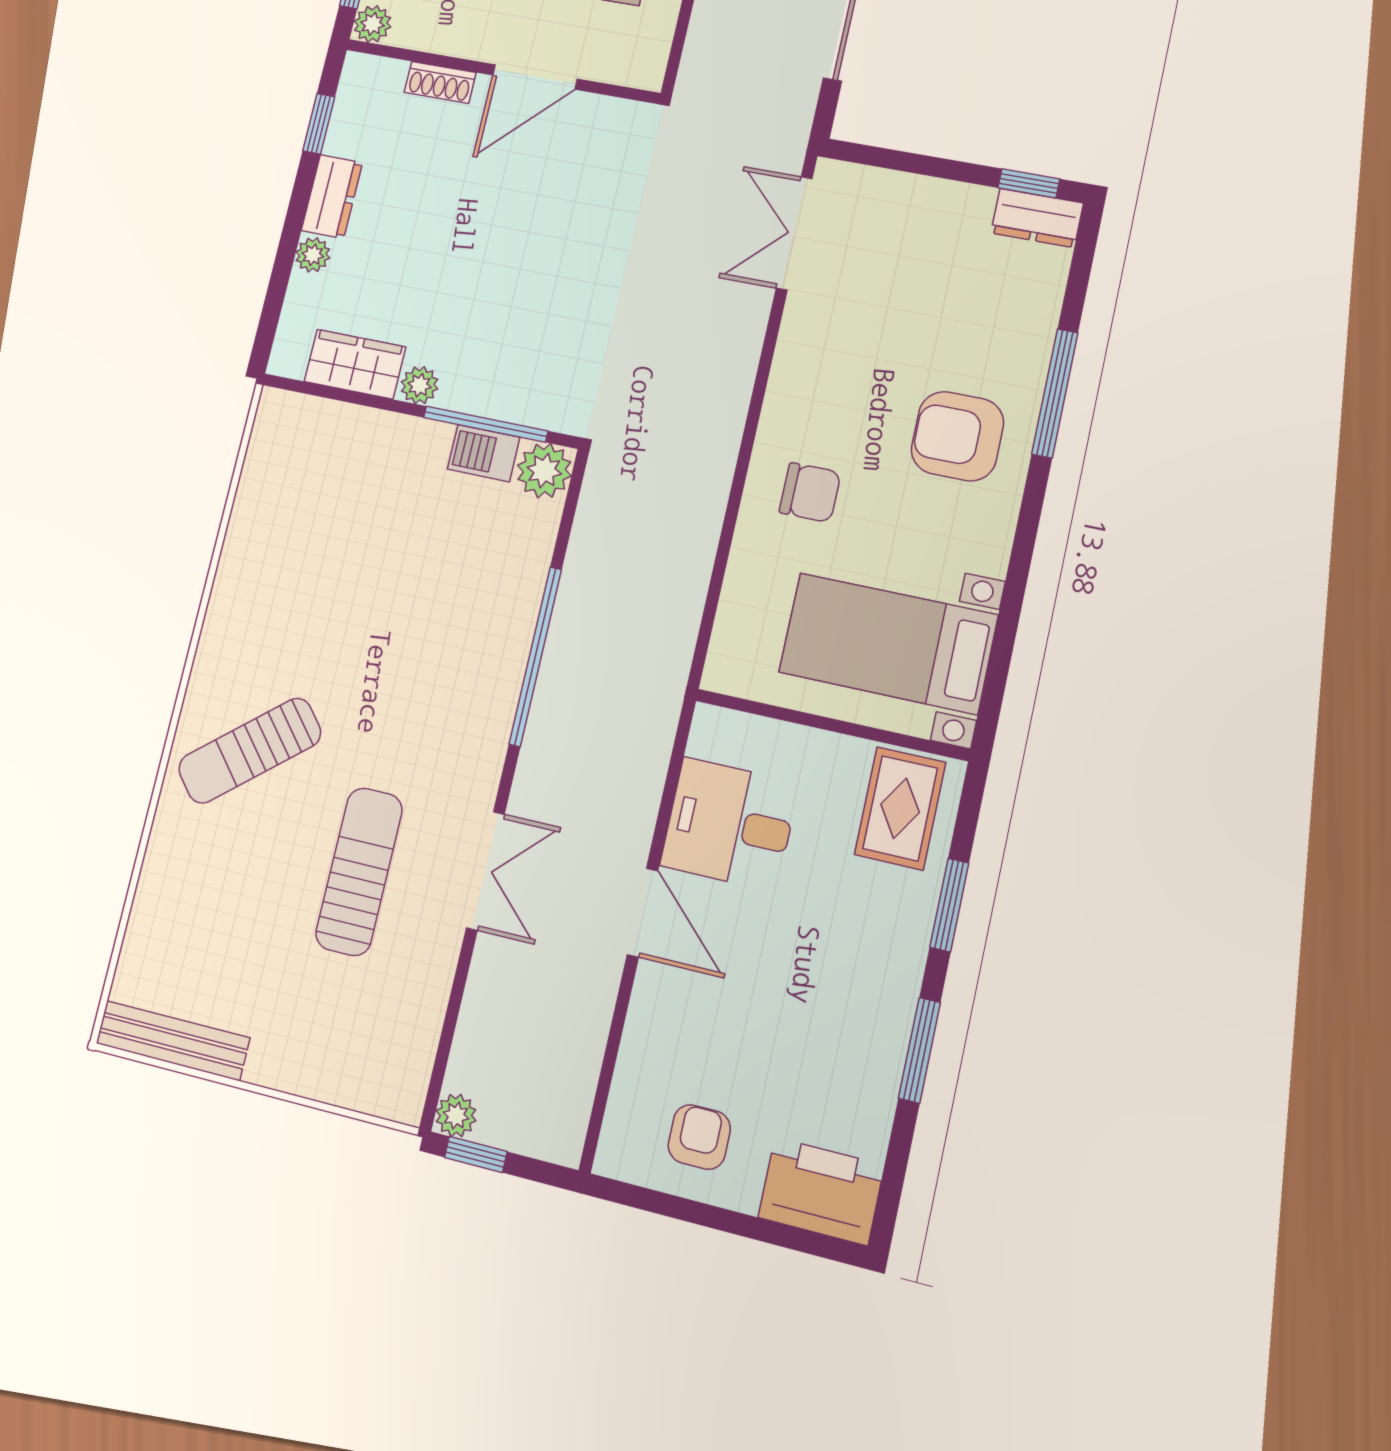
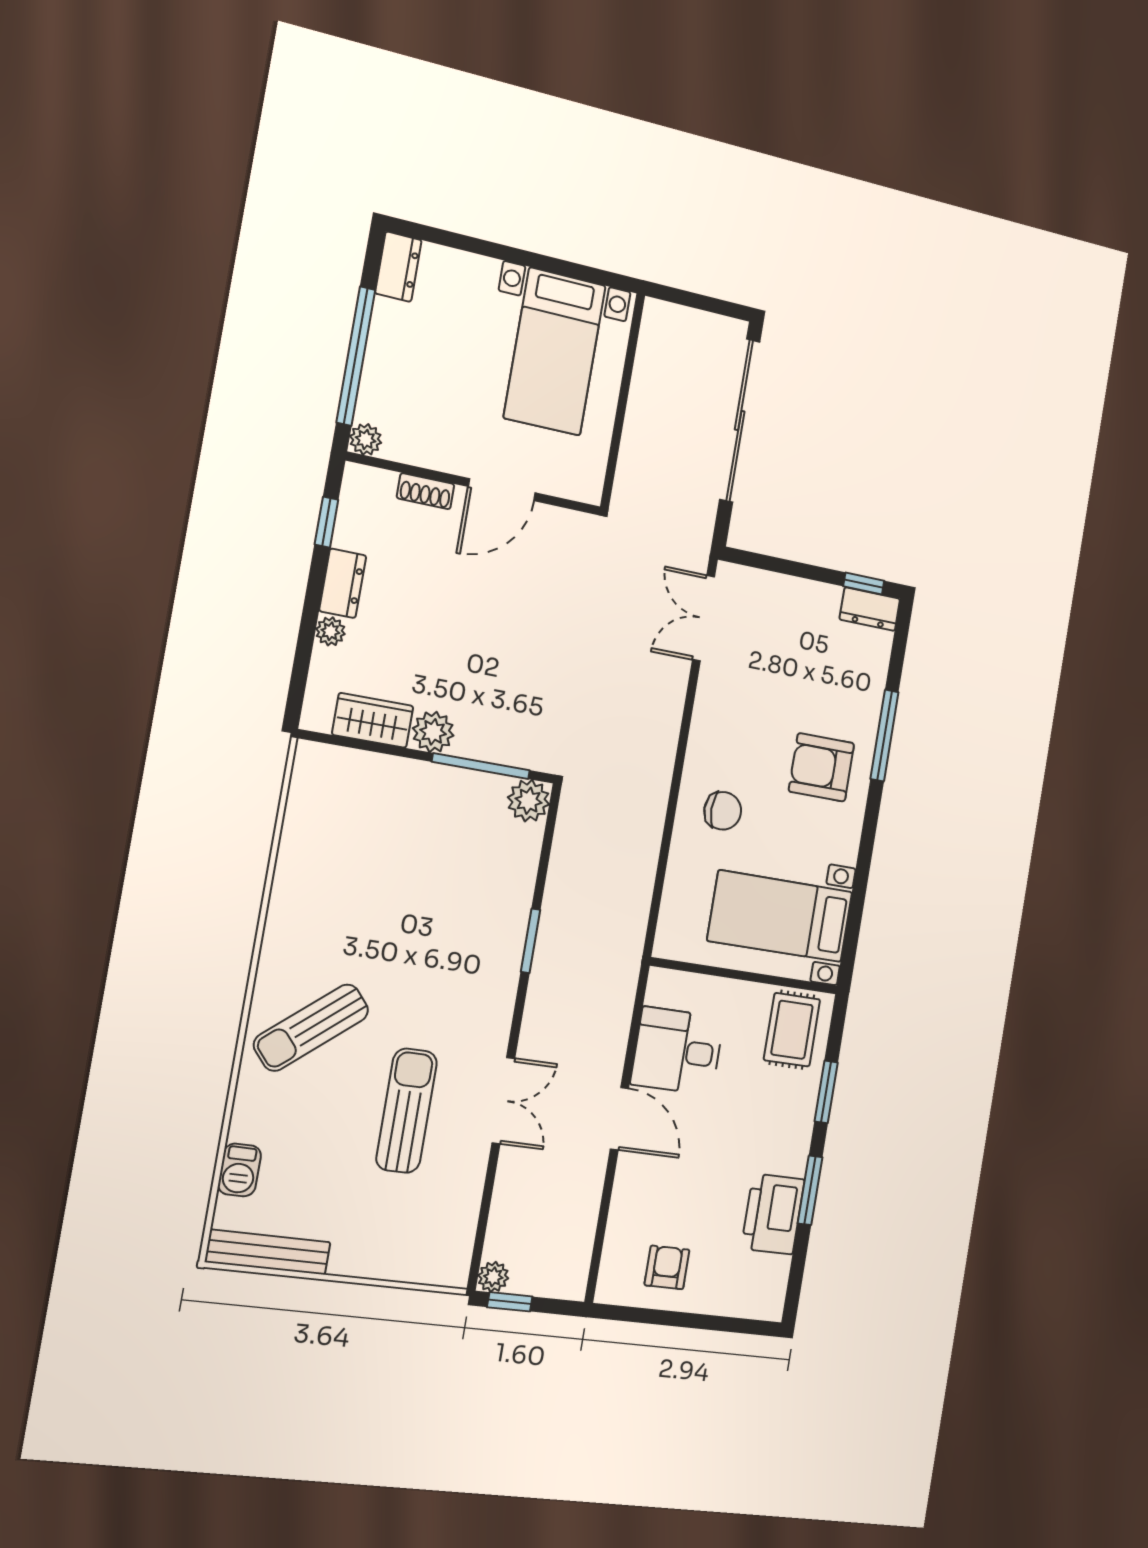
plant: (420, 385) -> (433, 732), width x1.38, depth x1.38
barbecue: (484, 453) -> (239, 1170), moved, turned -90
window: (535, 657) -> (531, 941), width x0.47
printer: (821, 1191) -> (773, 1214), moved, turned -90

